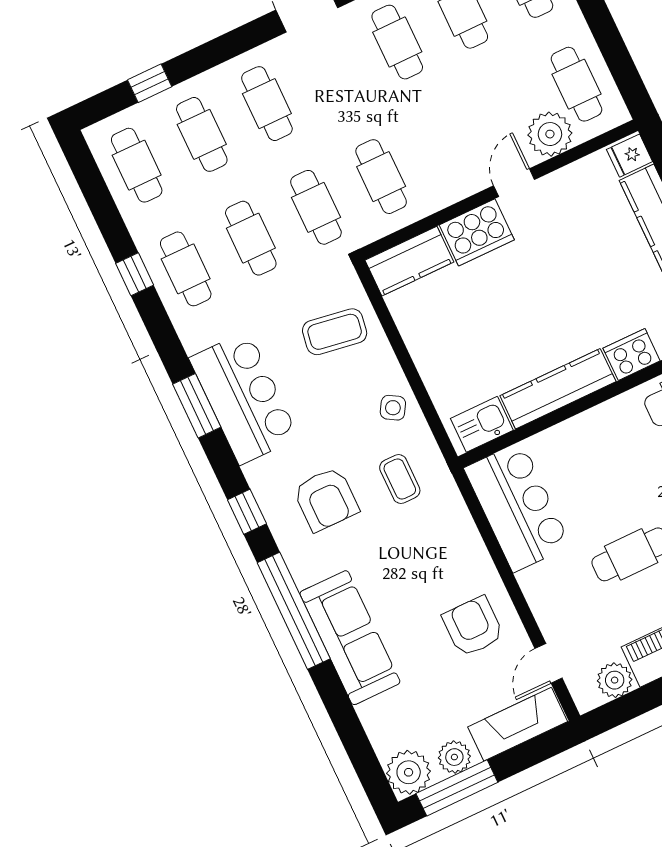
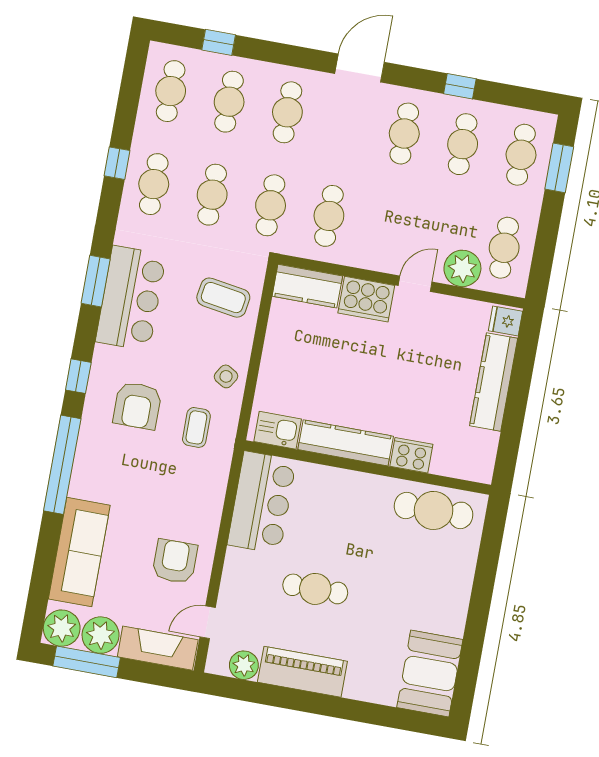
sofa: (350, 638) -> (79, 552), moved
plant: (454, 757) -> (101, 635), width x1.36, depth x1.36

